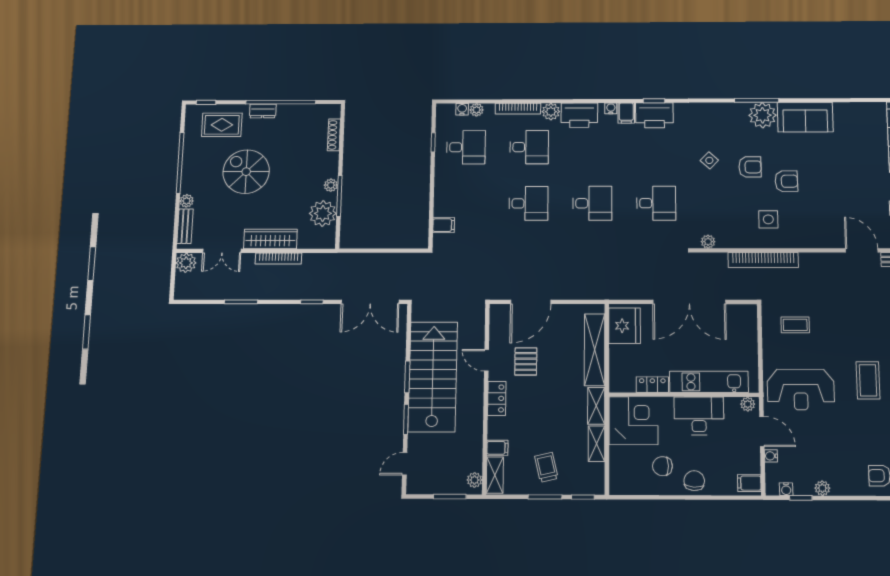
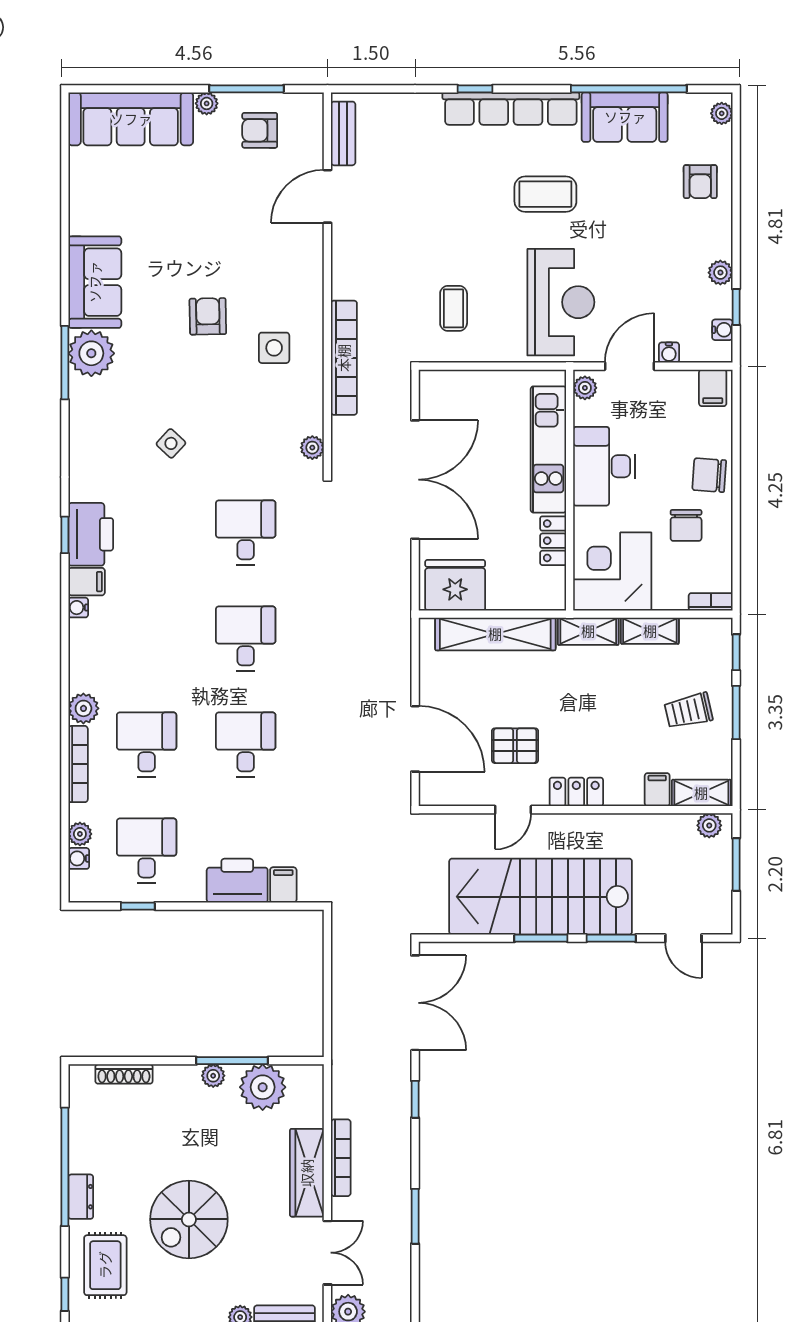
printer: (579, 115) -> (237, 881), moved, turned -90
armchair: (750, 167) -> (183, 376), removed
bookcase: (615, 481) -> (711, 602), added

